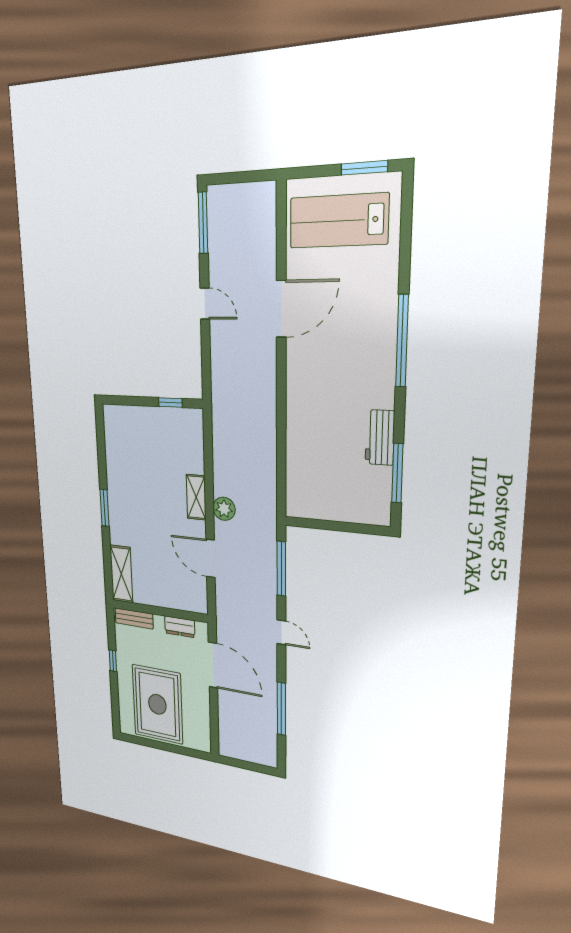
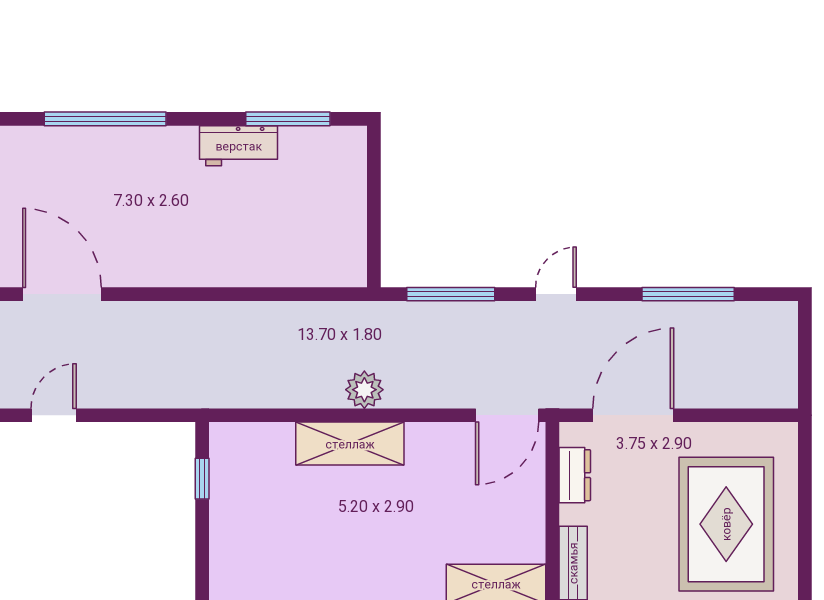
shelving: (196, 497) -> (350, 444), width x1.50, depth x1.33
door: (211, 558) -> (507, 415), moved
rug: (157, 704) -> (726, 524), turned 90

